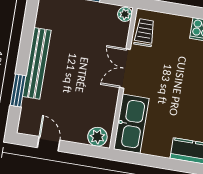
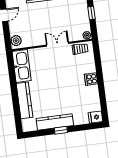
kitchen sink: (131, 124) -> (22, 66), moved, turned -90

